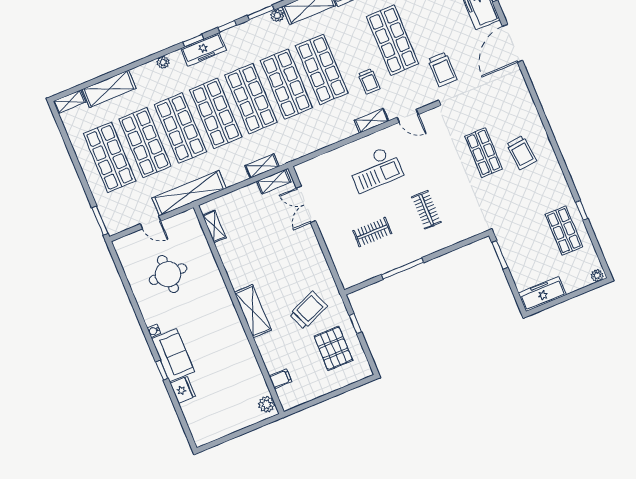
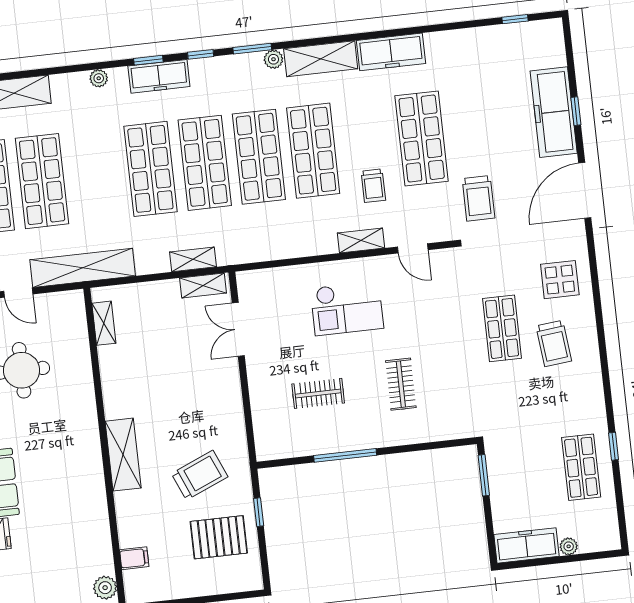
display table: (513, 108) -> (560, 280), added
shop shelf: (180, 128) -> (96, 175), removed
plant: (597, 276) -> (569, 546), moved
pallet: (333, 348) -> (219, 537), turned 90

